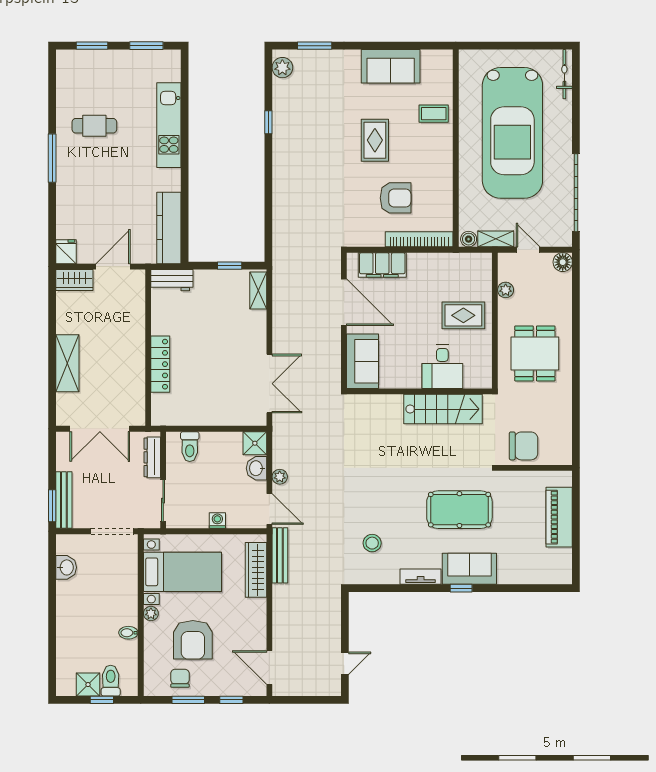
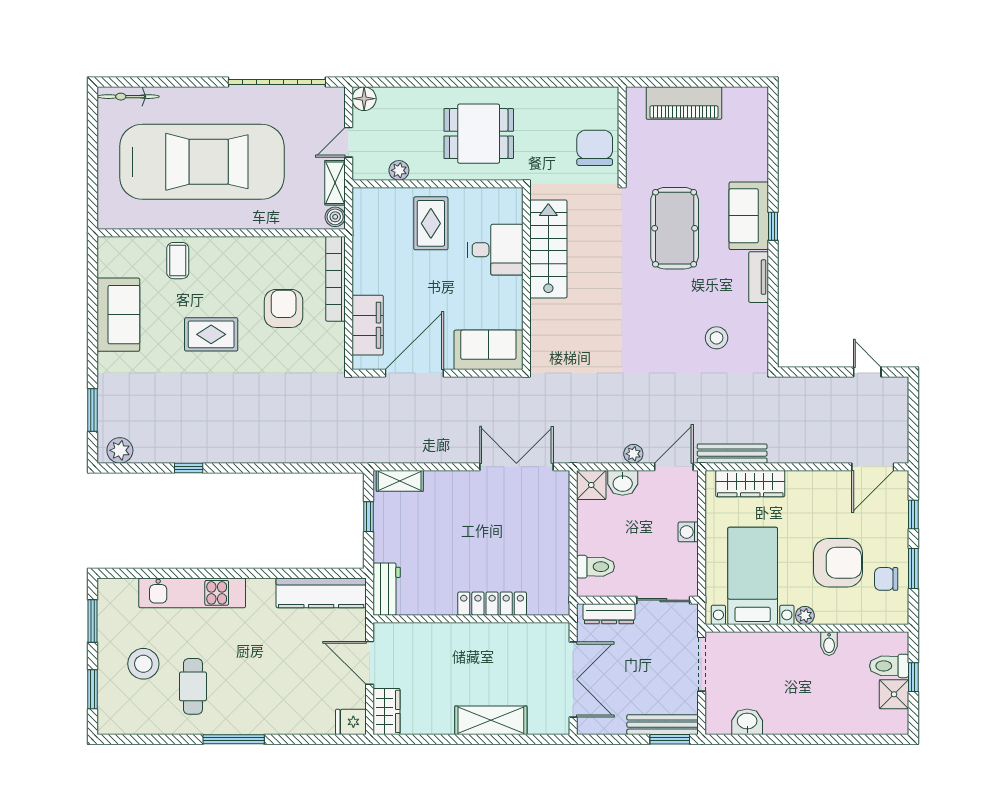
stool: (112, 86) -> (143, 664), added

